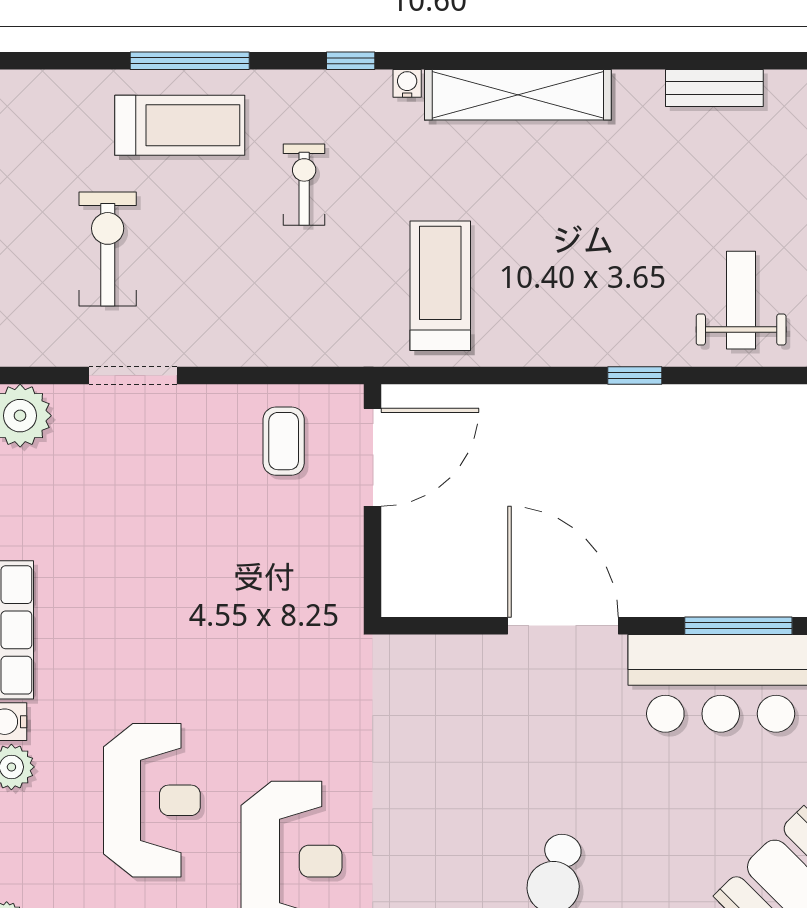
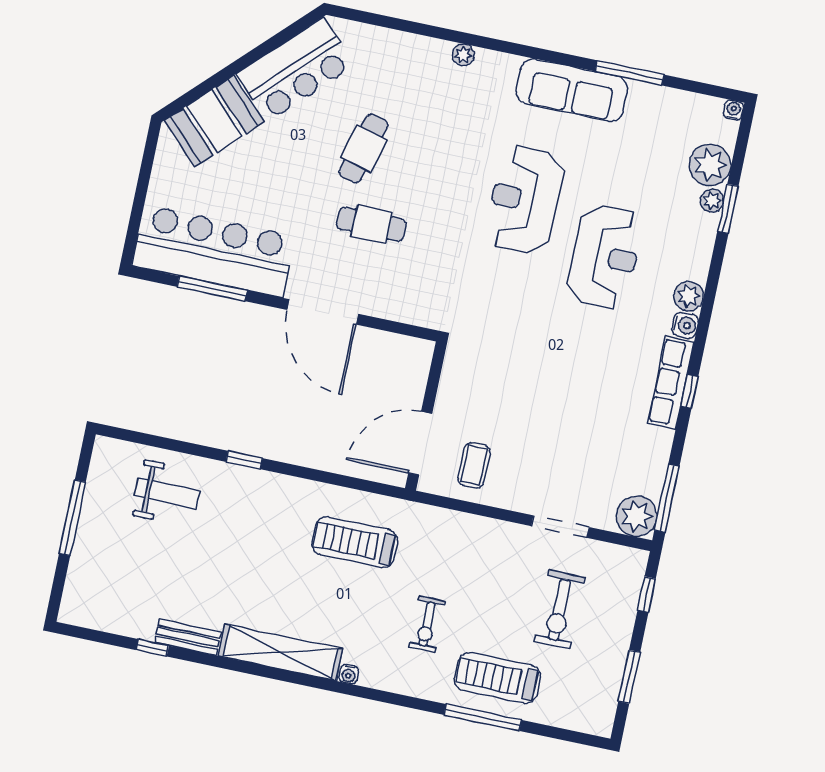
window: (351, 61) -> (152, 648), moved
bench: (714, 88) -> (188, 637), moved
treadmill: (440, 286) -> (355, 542), turned 90
weight bench: (741, 300) -> (167, 493), turned -90
cafe table: (517, 775) -> (371, 224), added
reception desk: (152, 800) -> (605, 257), turned 180

